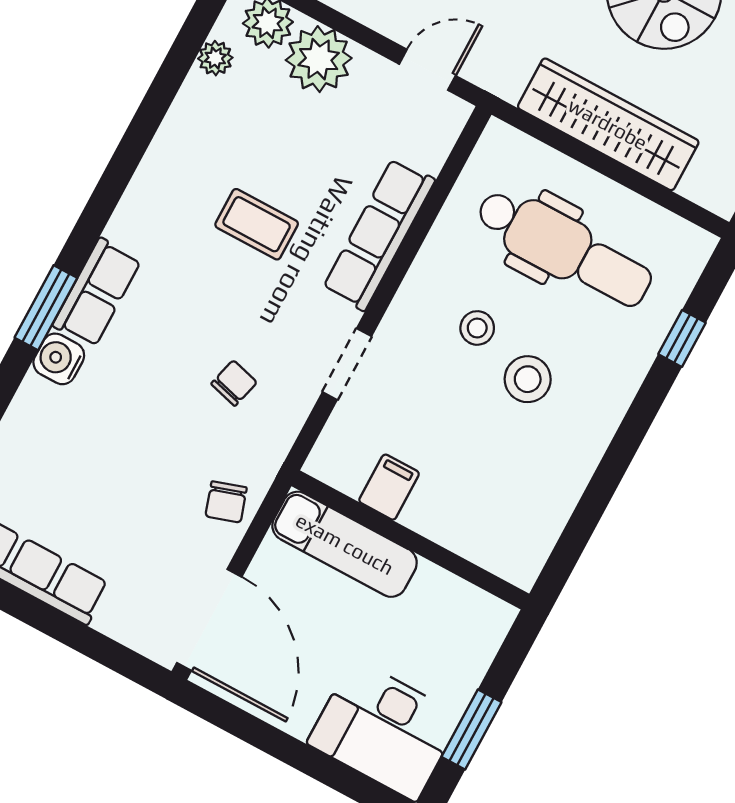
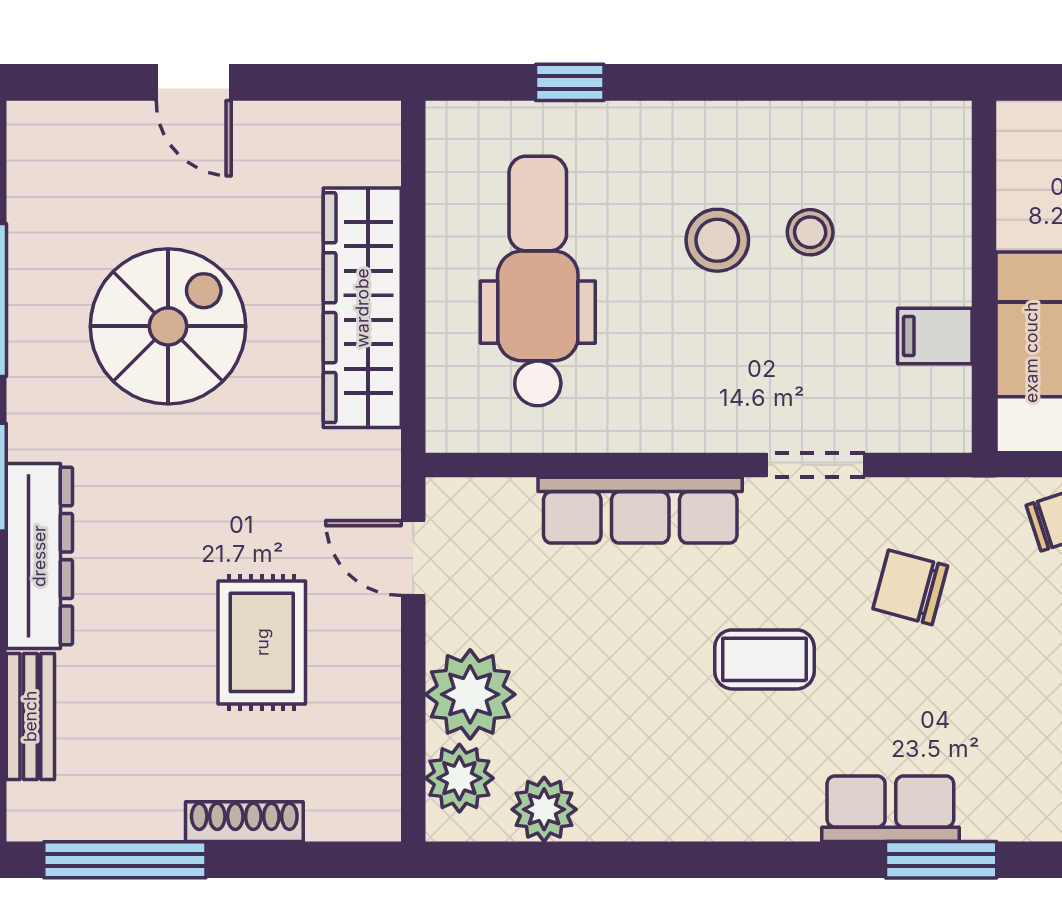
plant: (215, 58) -> (544, 809), width x1.38, depth x1.38
coffee table: (257, 224) -> (764, 659), moved, turned 90
stool: (477, 328) -> (810, 232), moved
water cooler: (59, 359) -> (994, 812), removed
chair: (234, 383) -> (910, 587), width x1.37, depth x1.37

